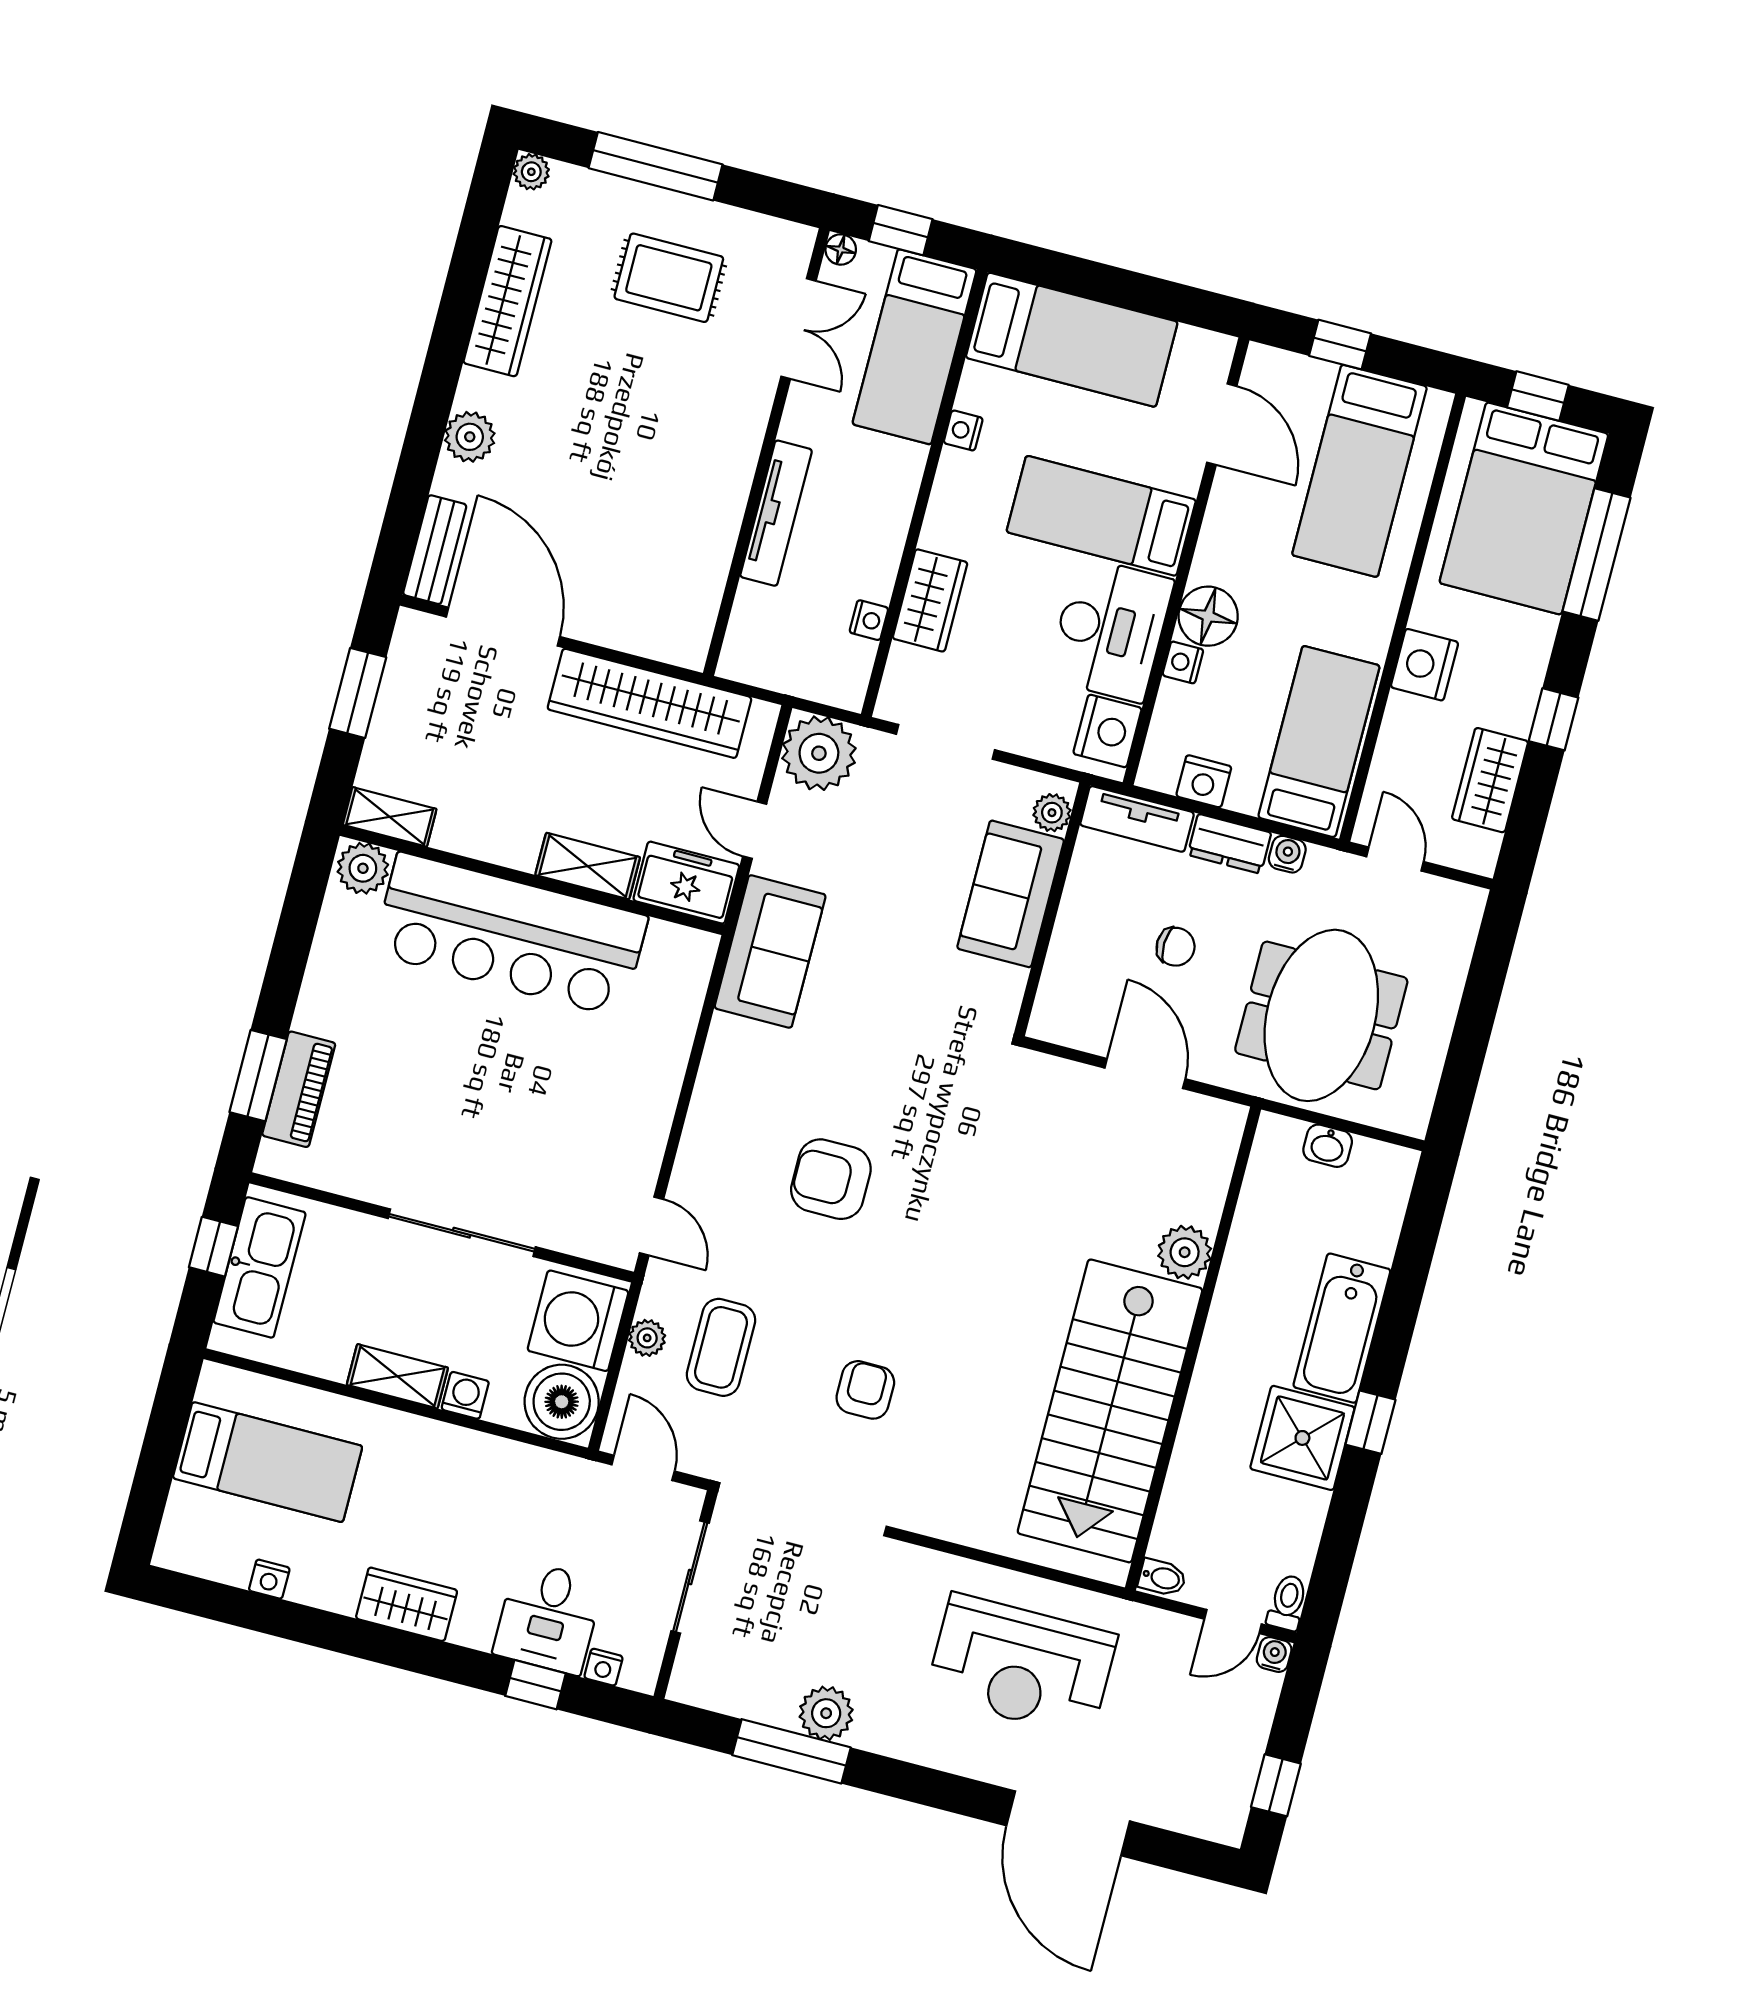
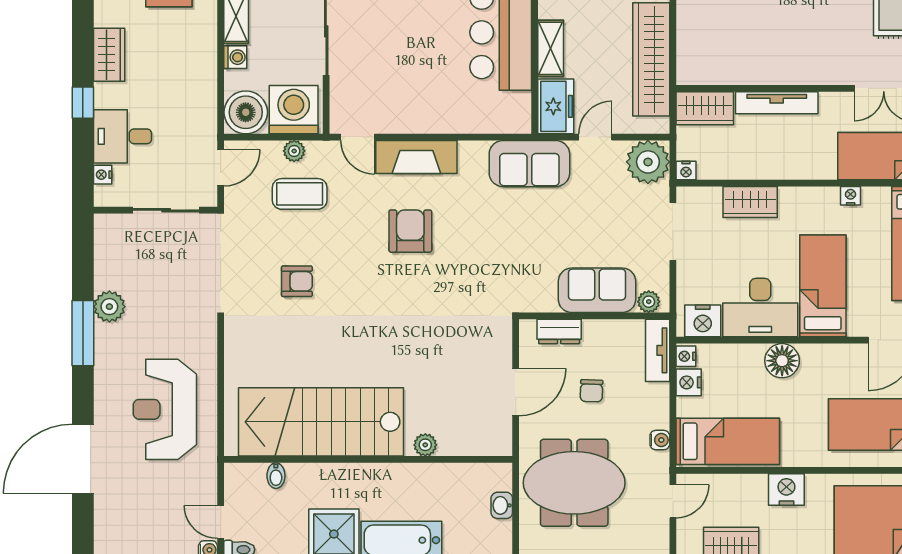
nightstand: (869, 620) -> (686, 171), moved
wardrobe: (754, 635) -> (705, 108), added
nightstand: (1183, 662) -> (686, 356), moved, turned -90
dresser: (1229, 844) -> (559, 332), moved, turned -90
fireplace: (710, 1137) -> (416, 157), added
door: (652, 1226) -> (358, 137), hinge flipped
plant: (1185, 1252) -> (425, 445), width x0.73, depth x0.73
bidet: (1162, 1578) -> (276, 476), moved
window: (536, 1685) -> (83, 103), moved
window: (791, 1751) -> (83, 333), moved

